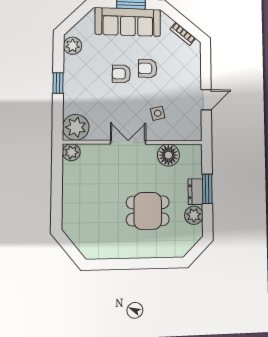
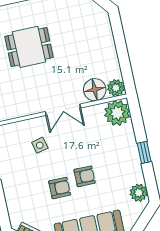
floor lamp: (168, 155) -> (95, 90), moved

